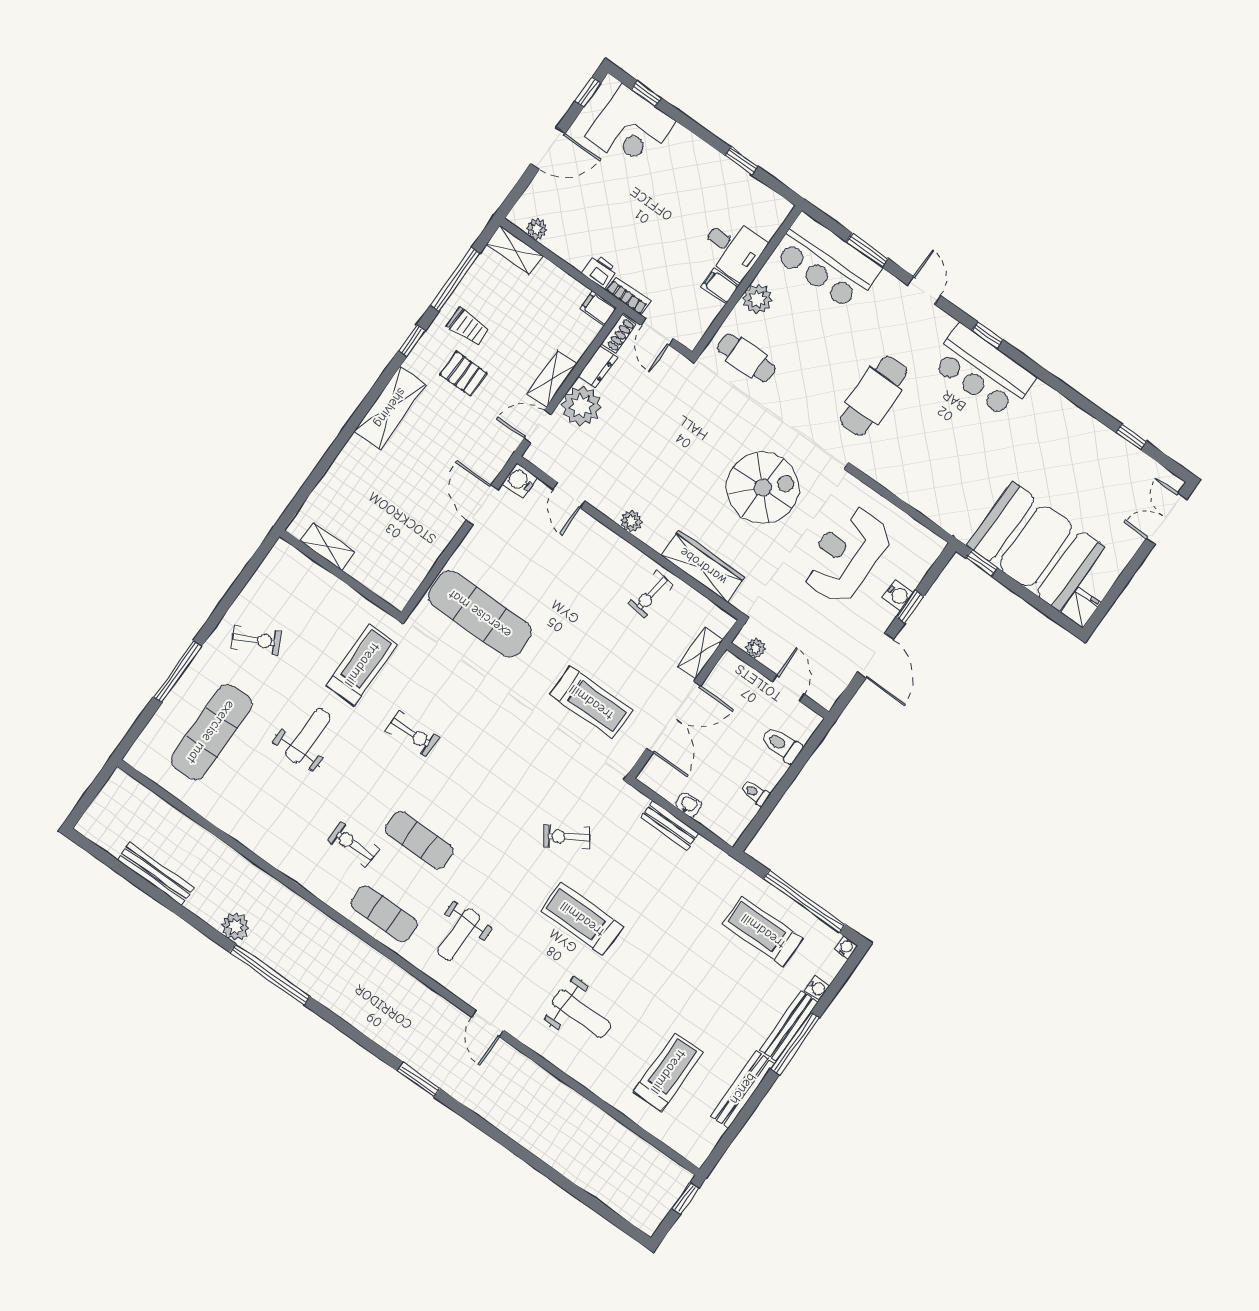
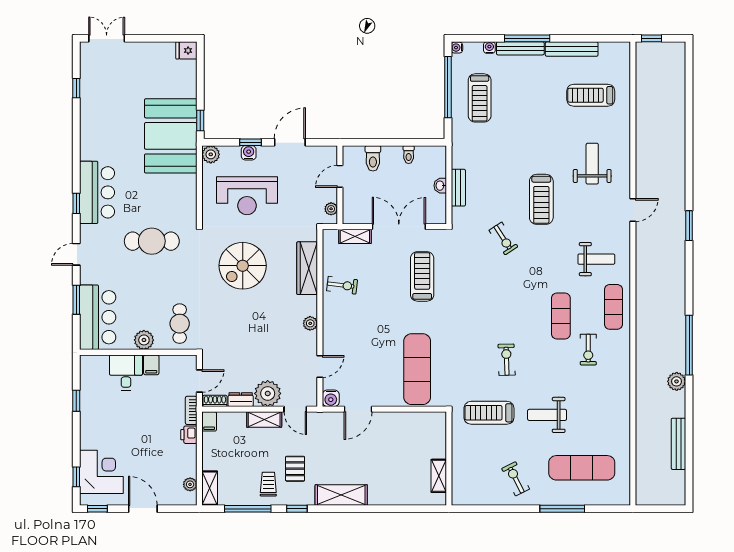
spiral stairs: (763, 488) -> (243, 266), turned -90
double door: (1167, 519) -> (107, 38), swing flipped
plant: (930, 546) -> (211, 154), added
booth: (1036, 546) -> (171, 136), moved

